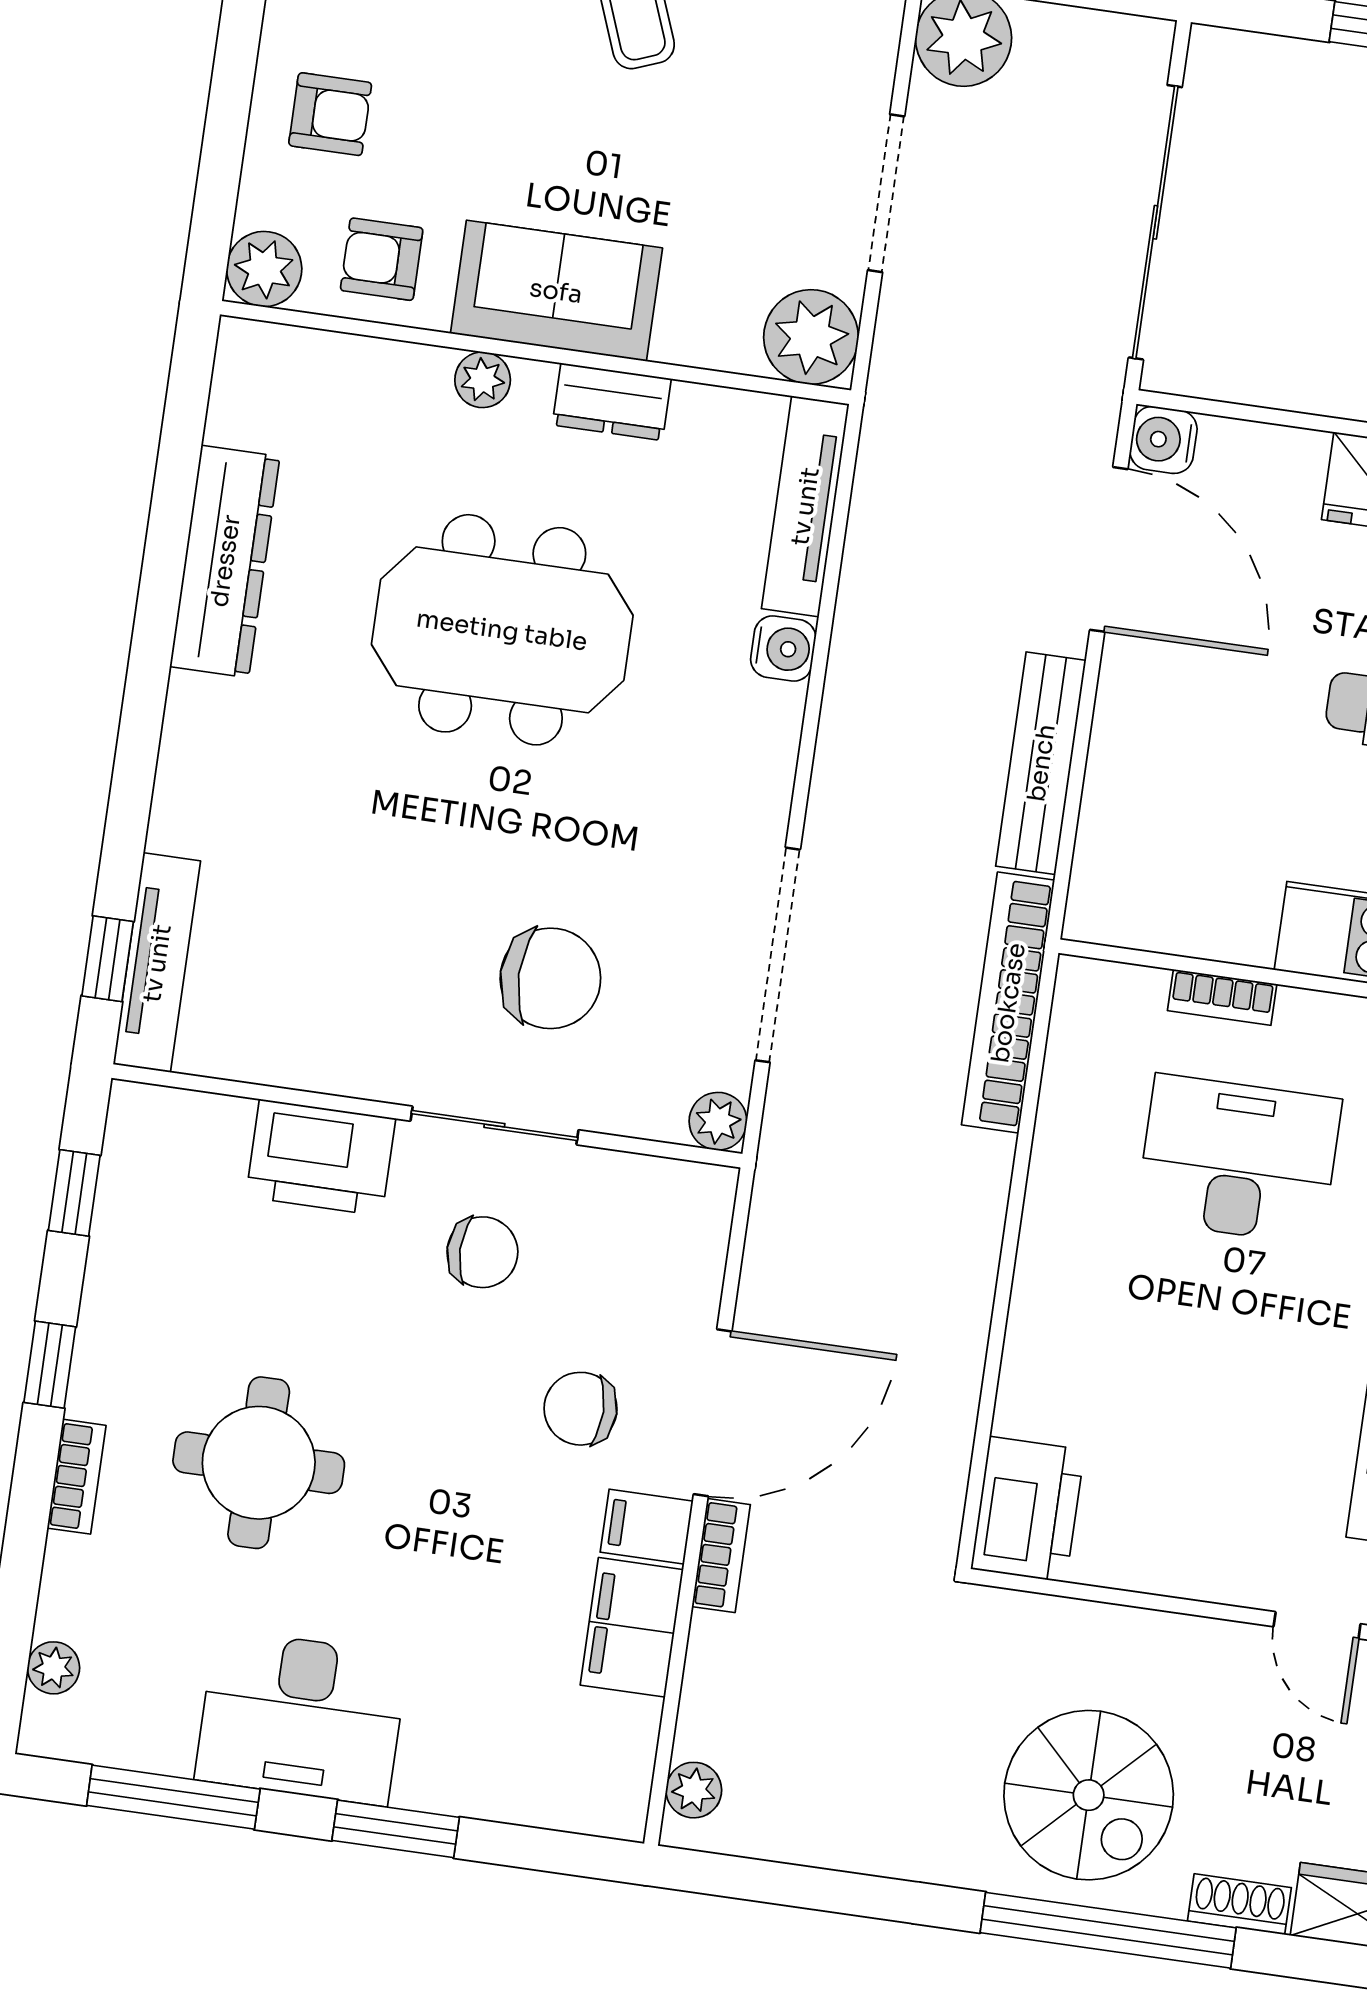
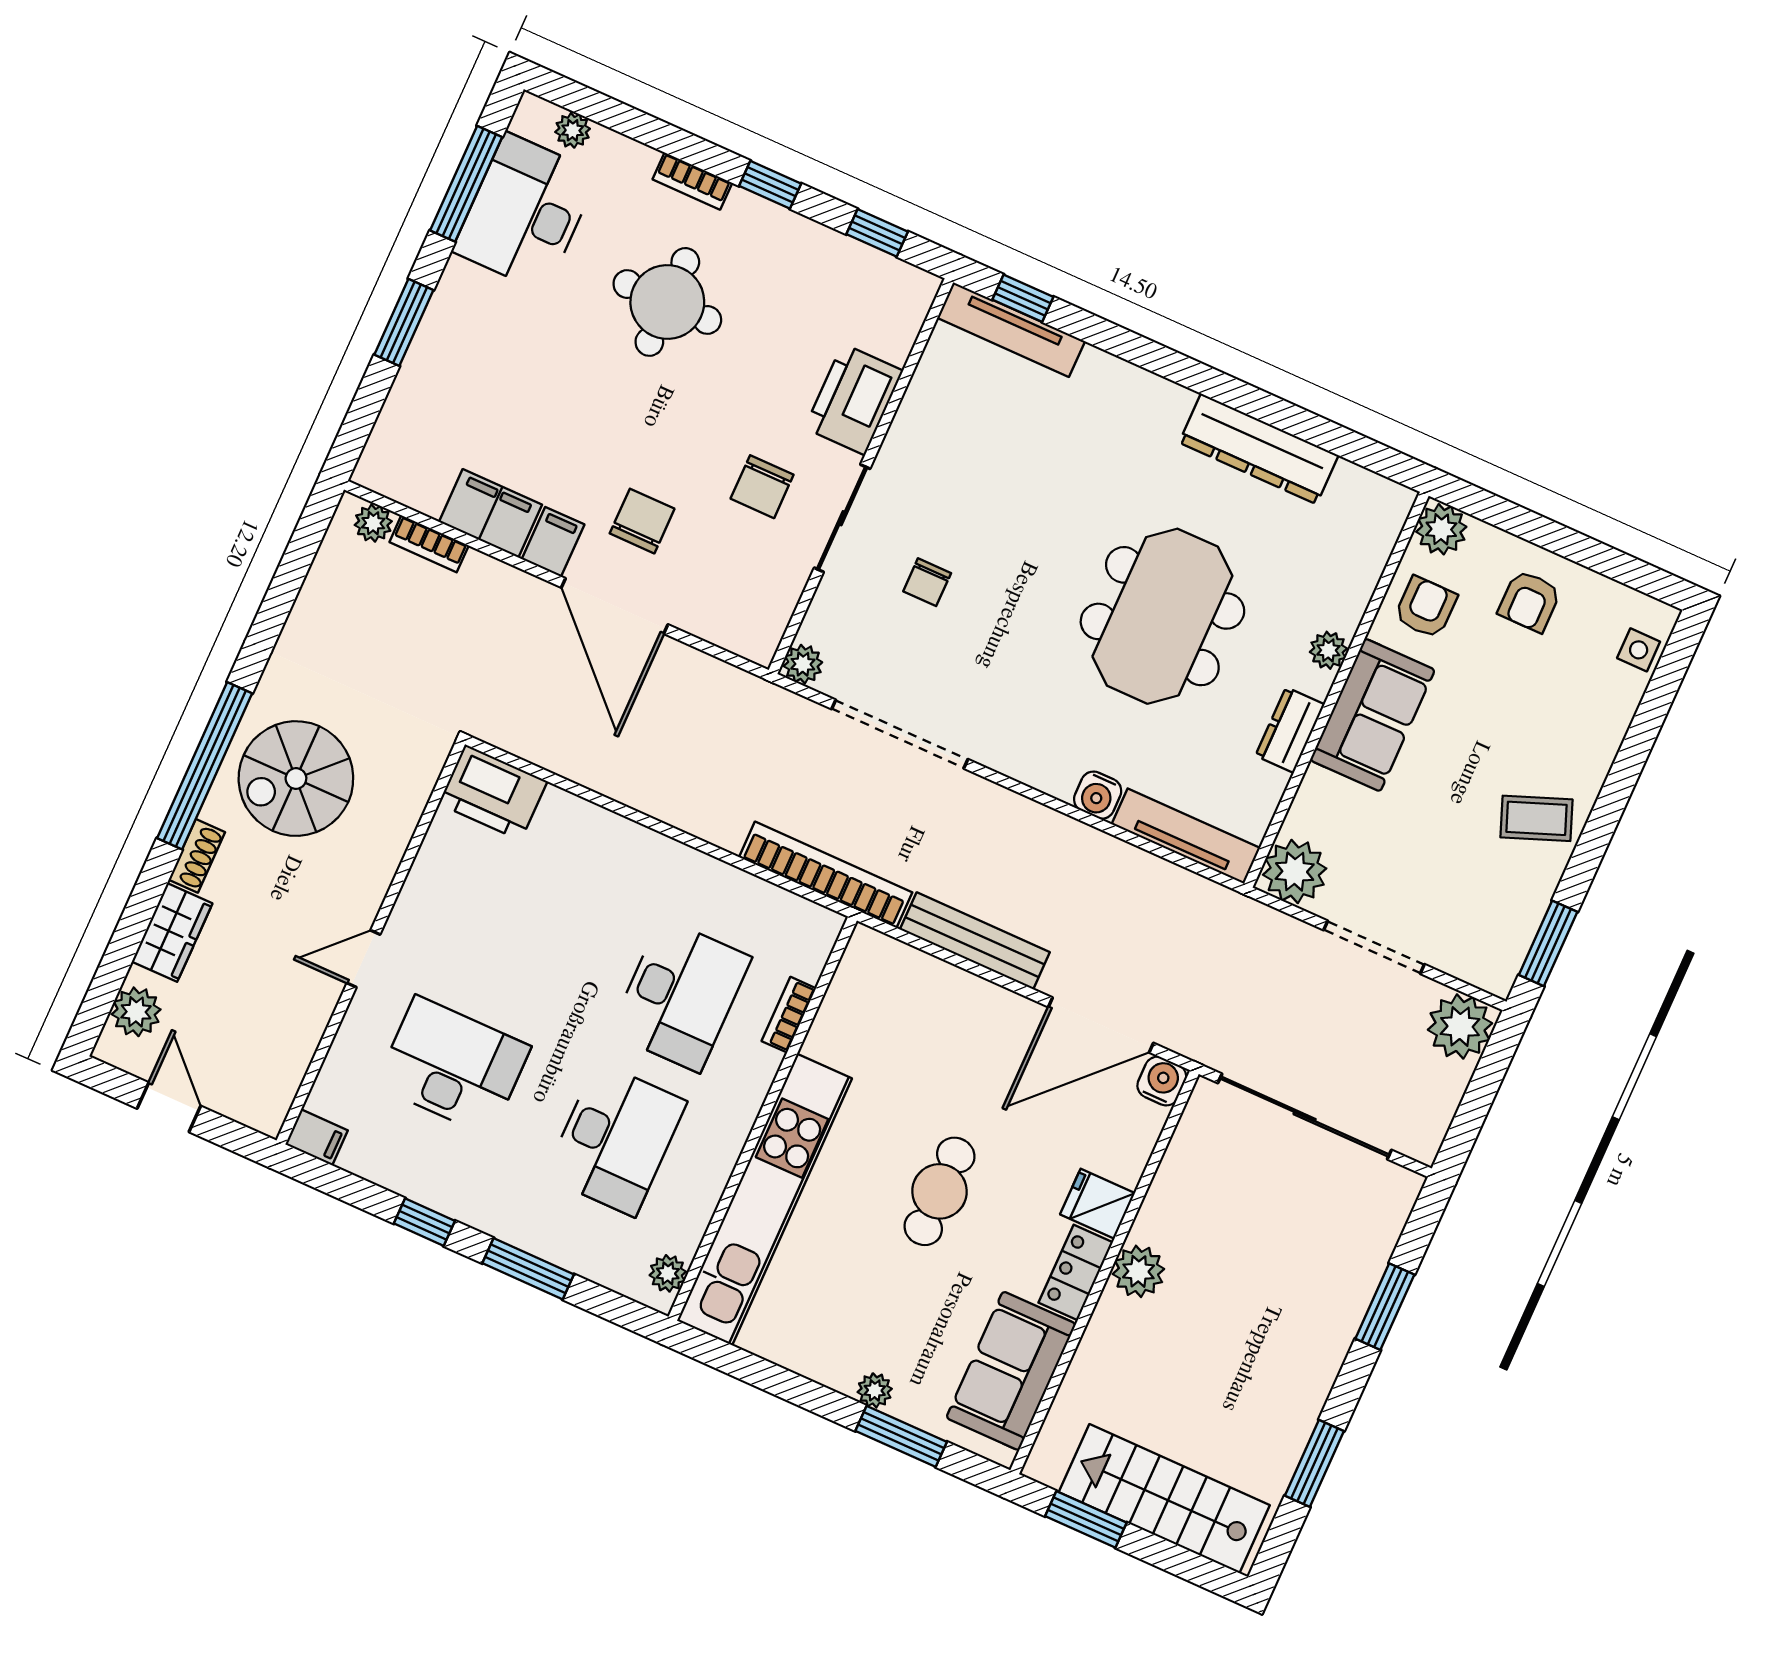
chair: (550, 978) -> (927, 582), width x0.54, depth x0.54
bookcase: (721, 1556) -> (429, 544), moved
desk: (301, 1717) -> (525, 212), moved

